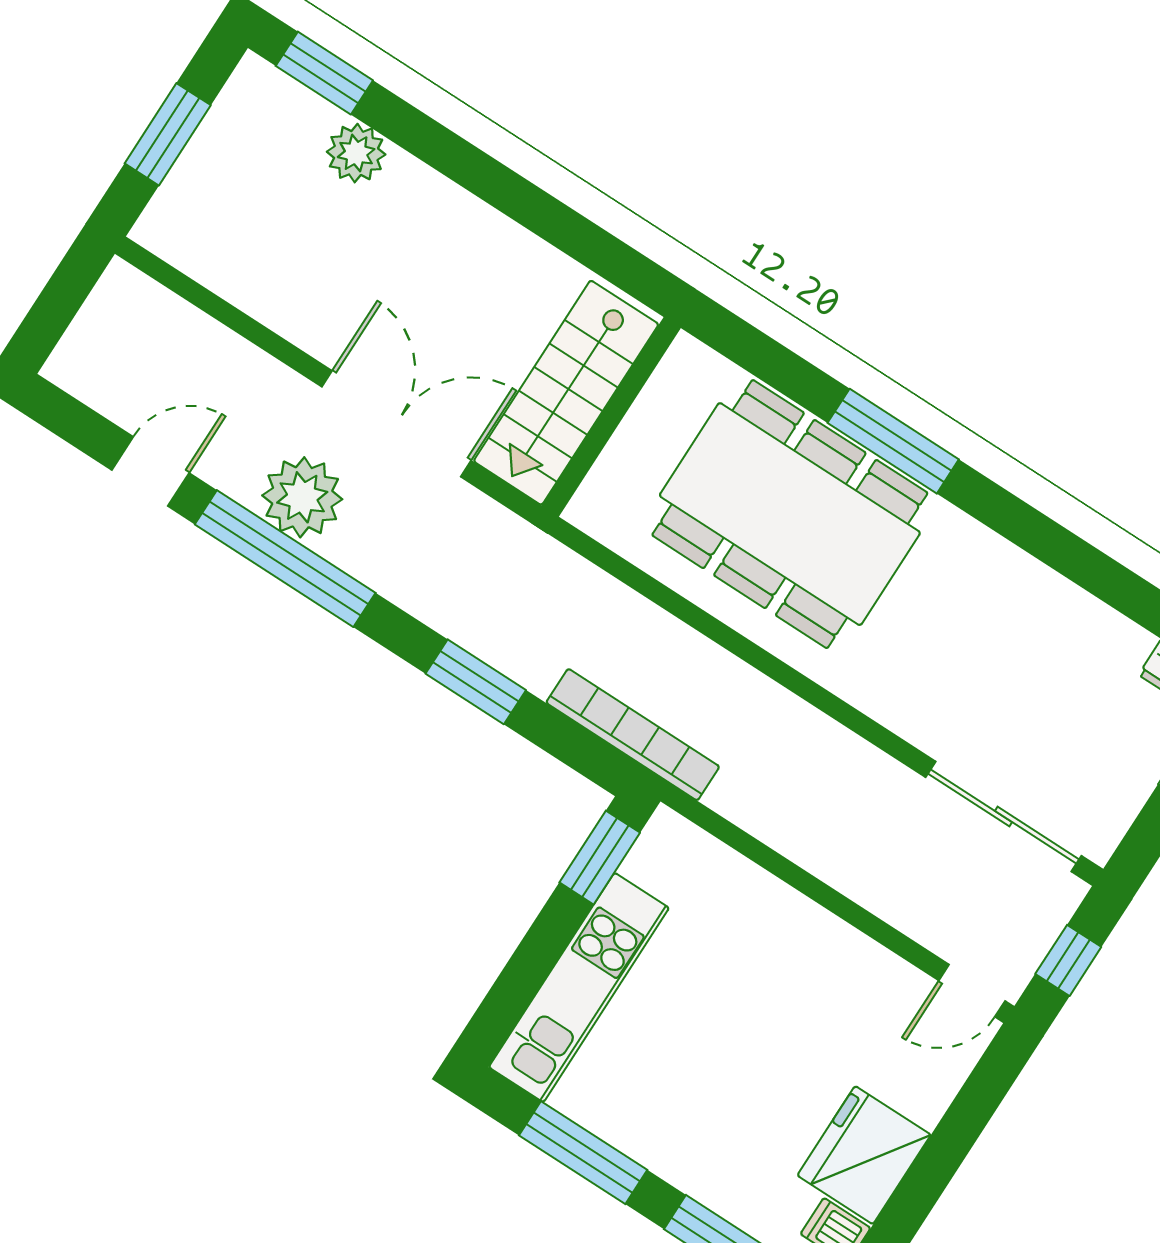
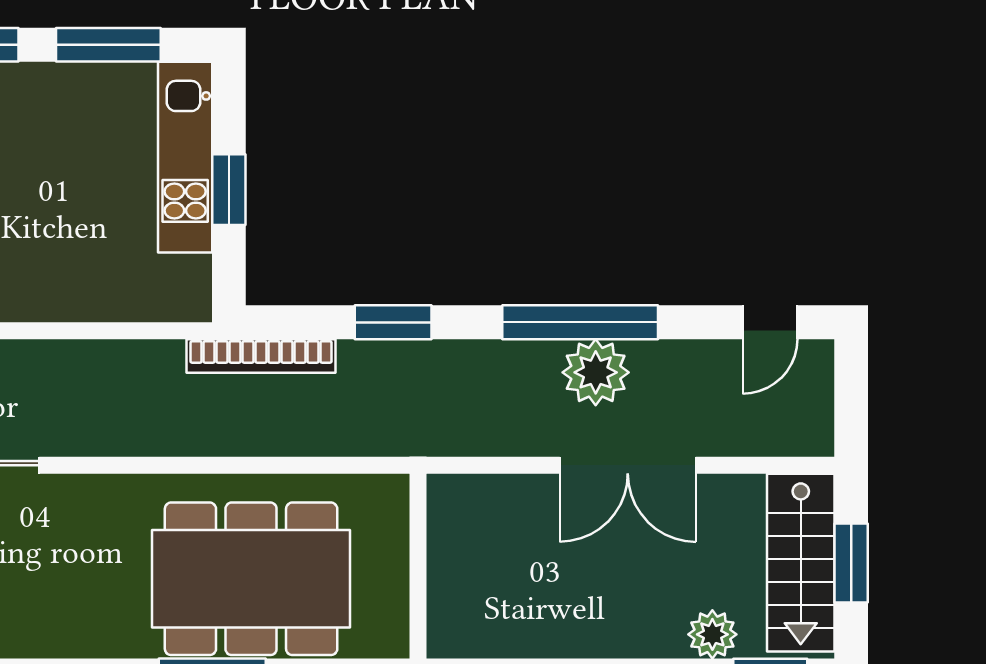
stairs: (566, 393) -> (801, 563), moved, turned 180
double door: (396, 424) -> (628, 465), moved
door: (150, 471) -> (770, 322), moved
window: (600, 858) -> (229, 190), moved

